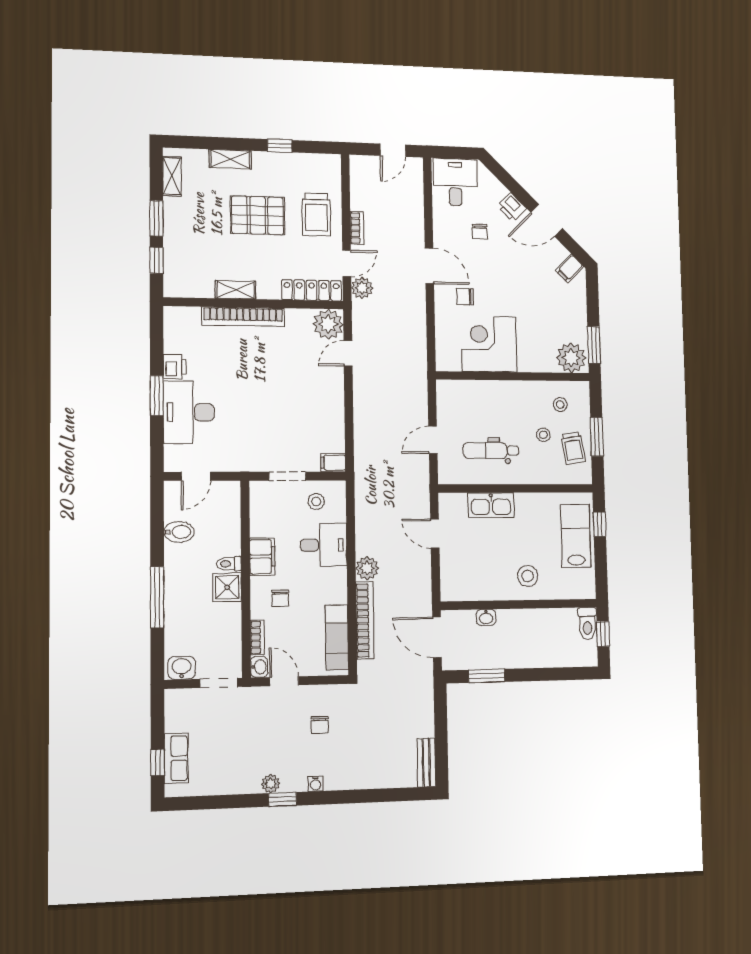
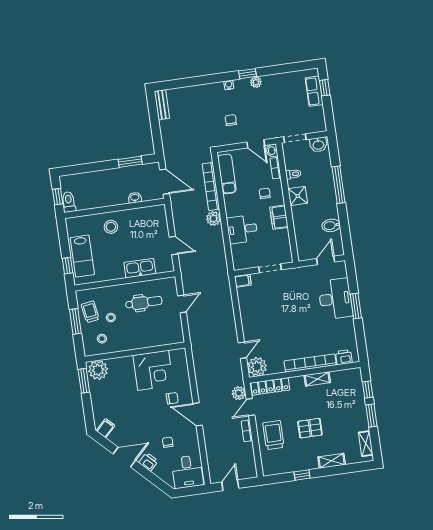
pallet: (258, 215) -> (310, 428), width x0.67, depth x0.71
printer: (175, 367) -> (344, 357), moved, turned 90
stool: (316, 501) -> (250, 255), removed
toilet: (229, 564) -> (293, 174), moved

